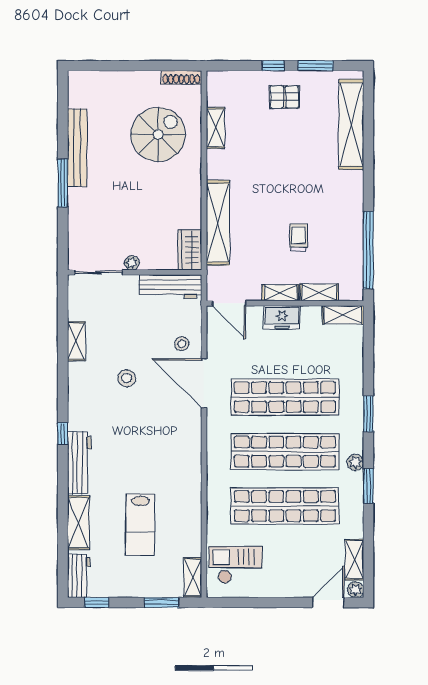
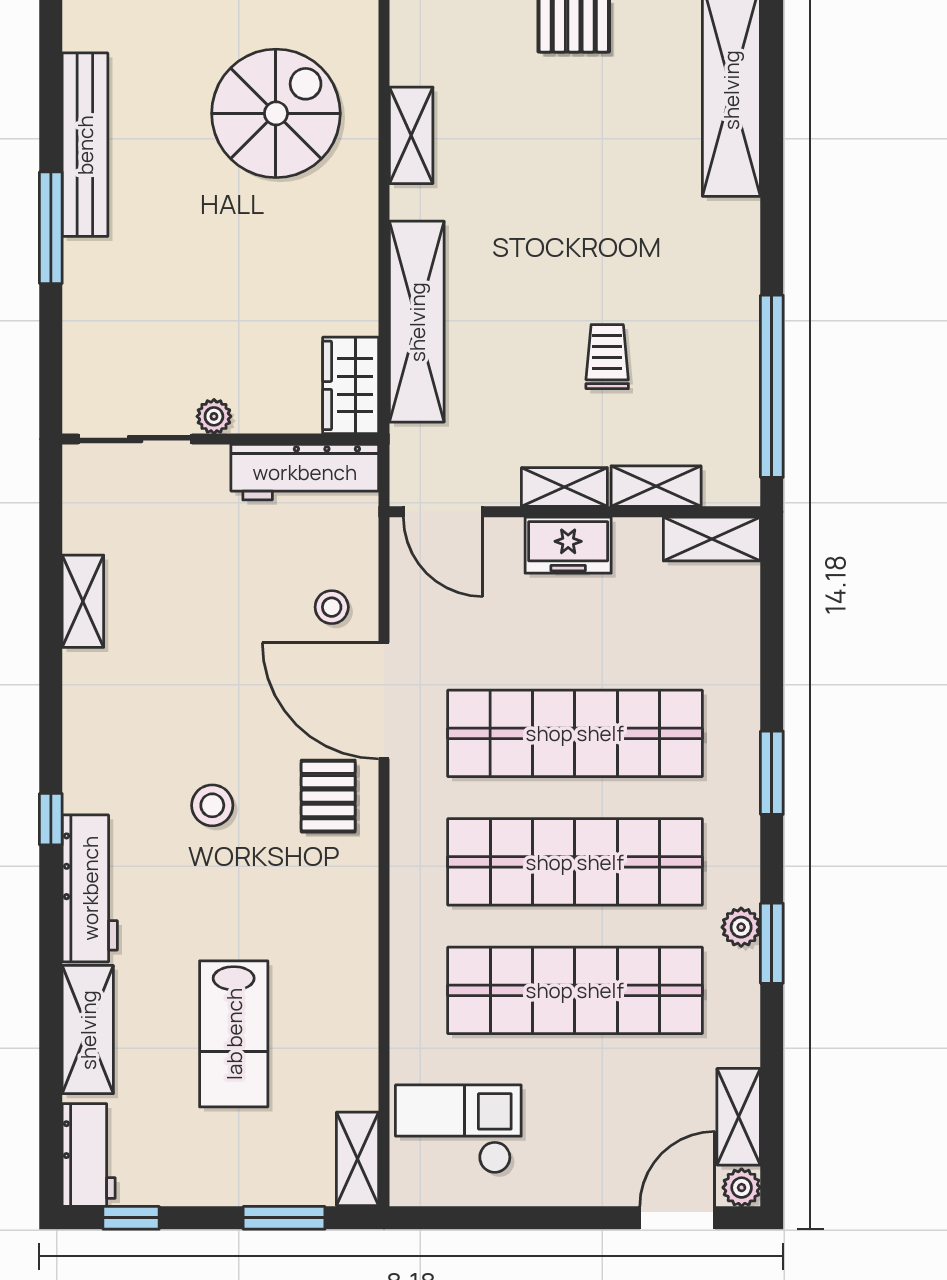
shelving: (215, 128) -> (411, 135), moved
stool: (127, 378) -> (212, 805), moved
pallet: (180, 424) -> (328, 796), added
plant: (355, 462) -> (741, 927), moved

